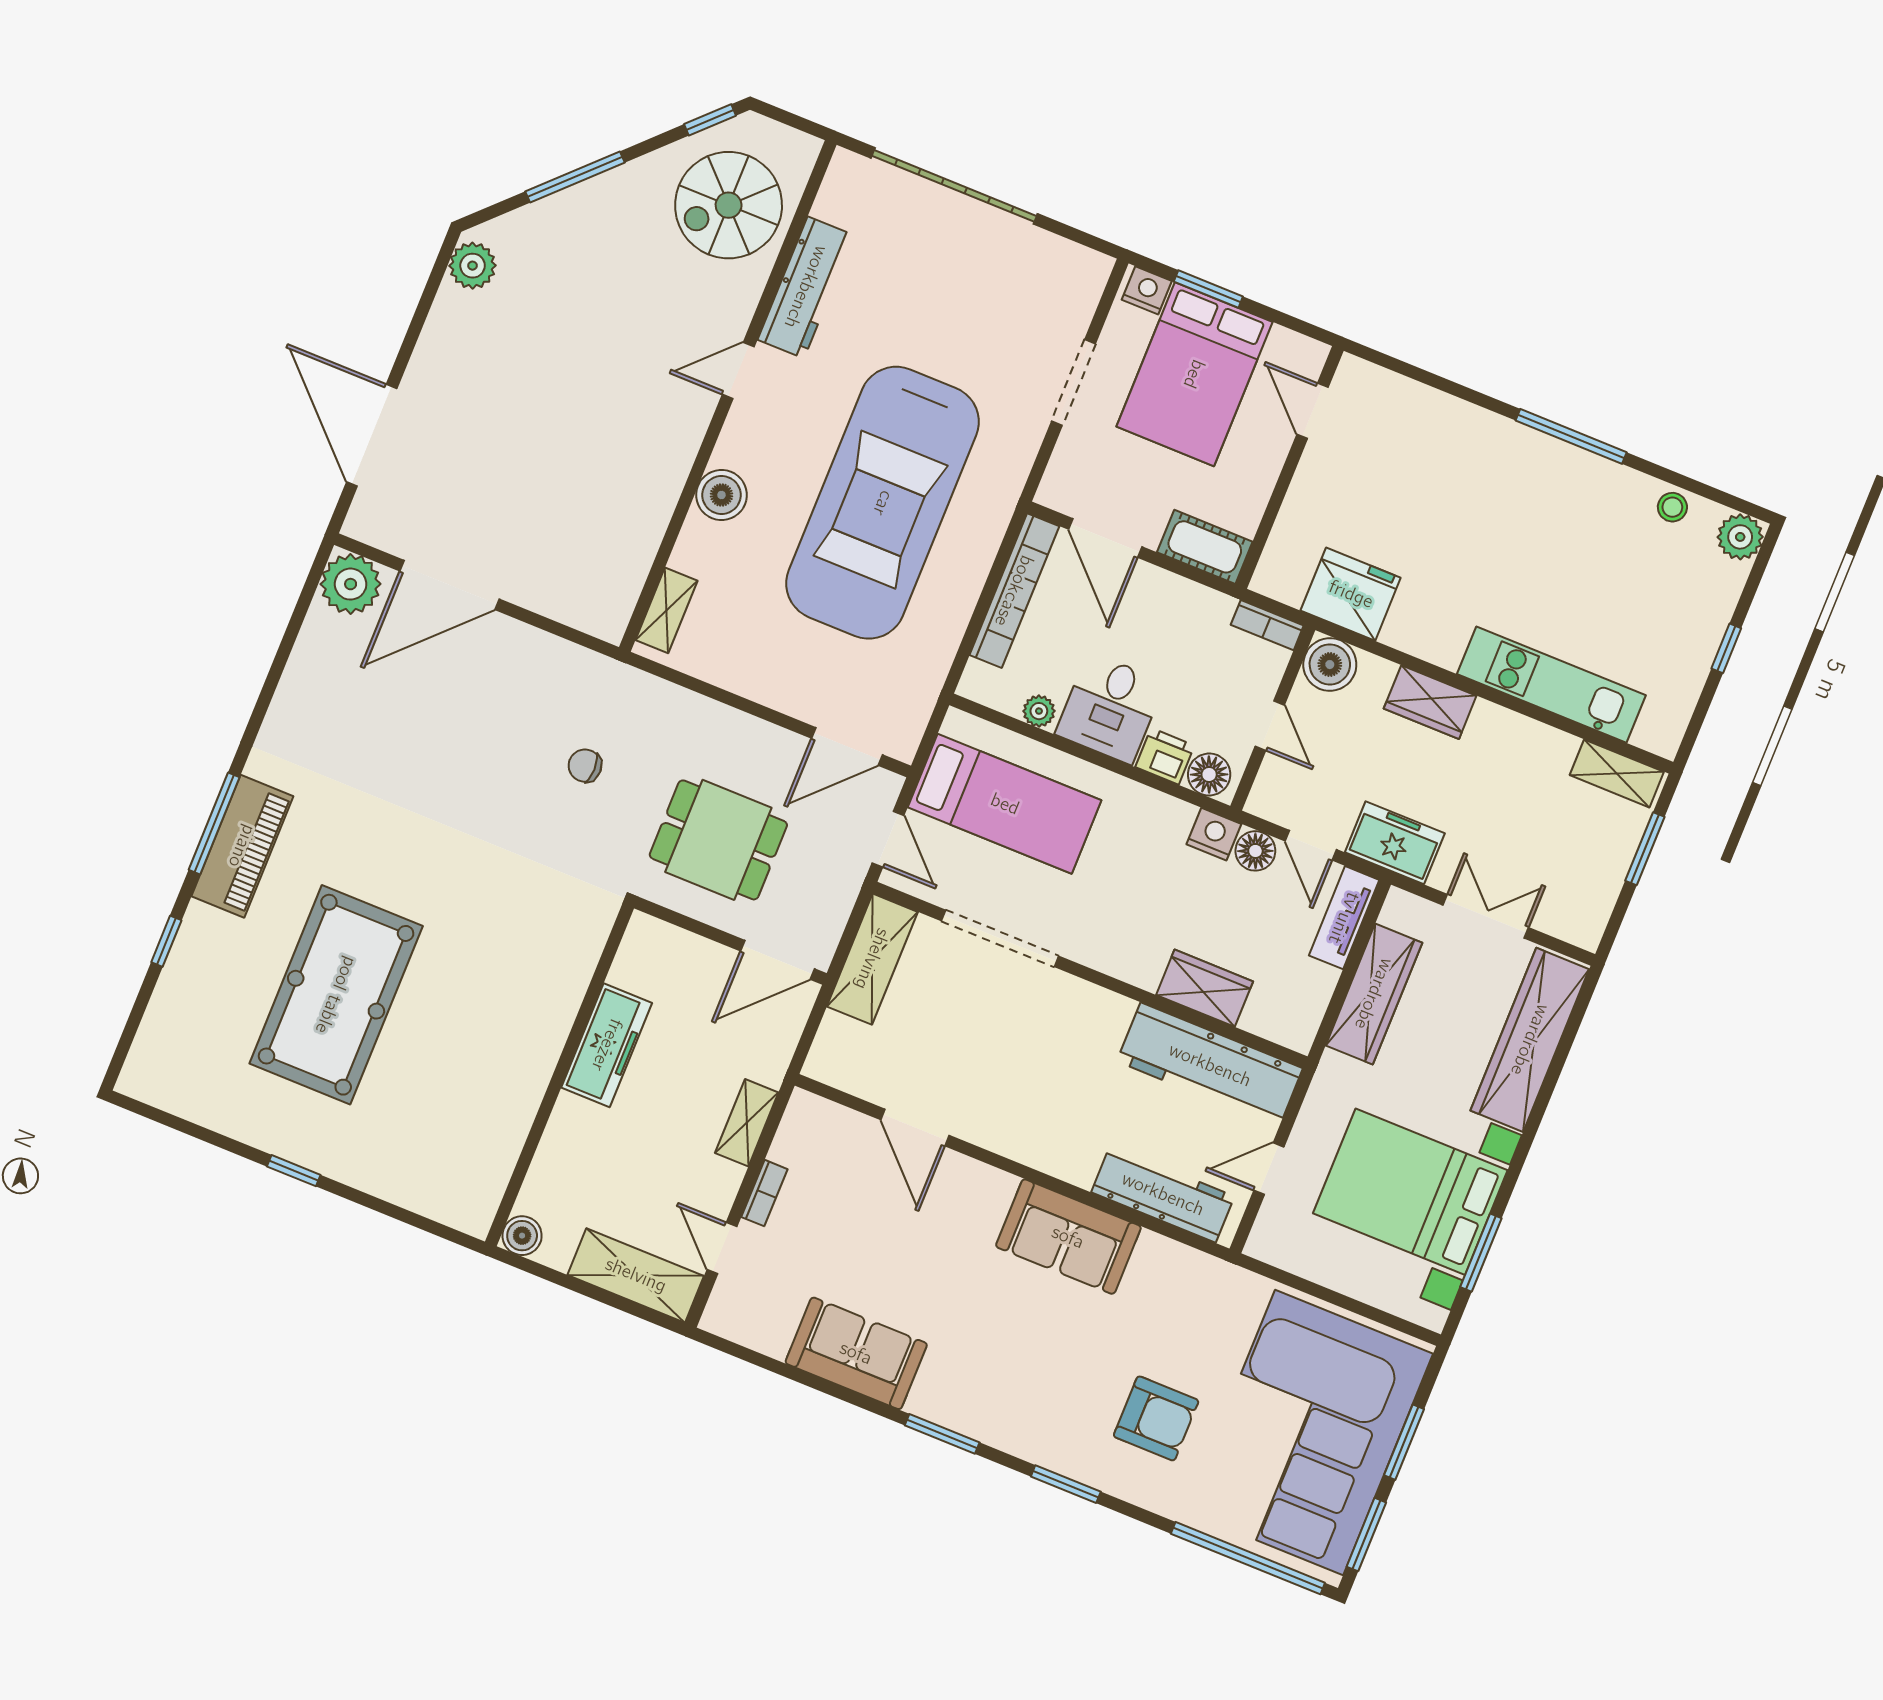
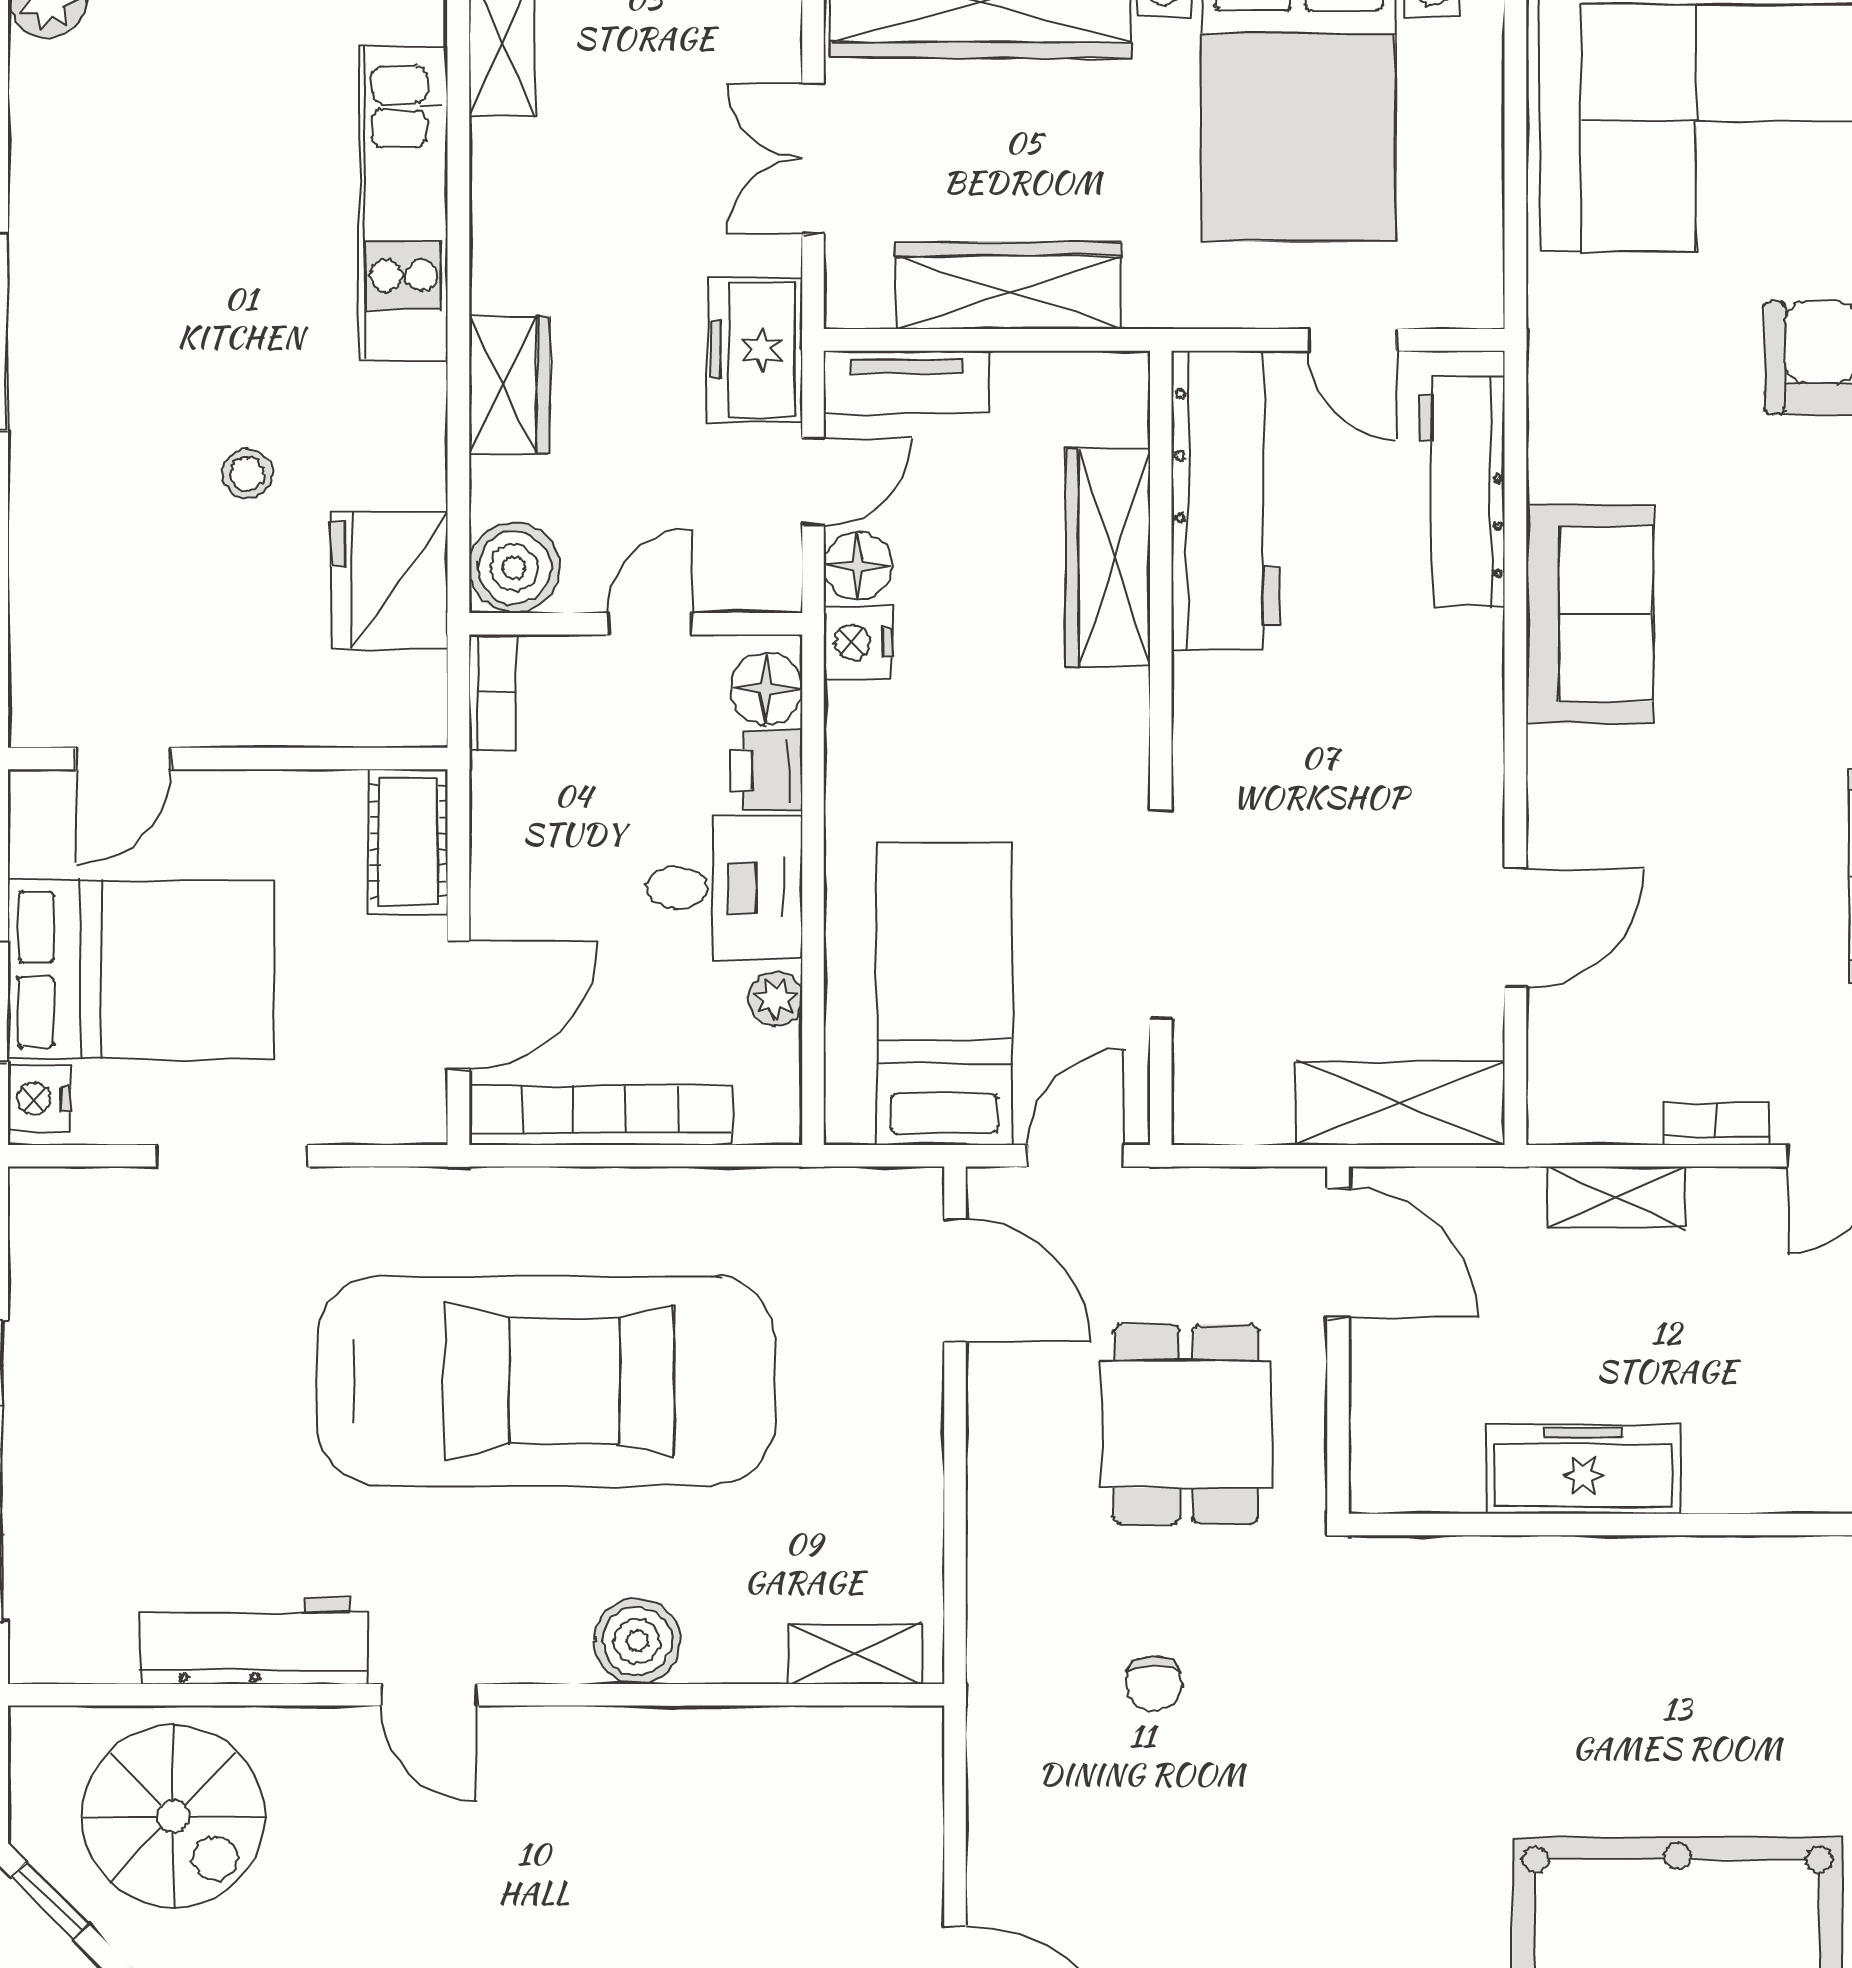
stool: (1672, 507) -> (247, 474), moved
shelving: (872, 959) -> (1400, 1103), moved
wardrobe: (1205, 988) -> (1108, 558), width x1.50

